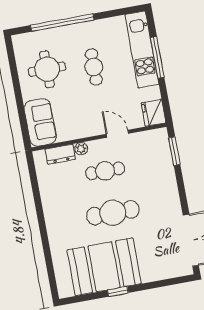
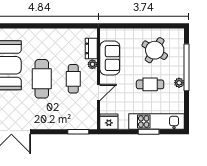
plant: (84, 29) -> (179, 83), added
window: (157, 57) -> (149, 132), width x0.69
round table: (47, 69) -> (155, 50), turned 32
sofa: (40, 122) -> (110, 58), moved, turned -90

